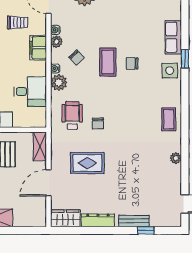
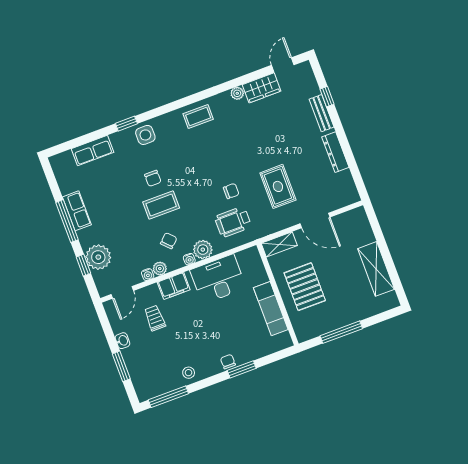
row of seats: (173, 37) -> (92, 150), moved
desk: (30, 92) -> (218, 279), width x1.37
wardrobe: (65, 218) -> (262, 88), moved, turned -90

